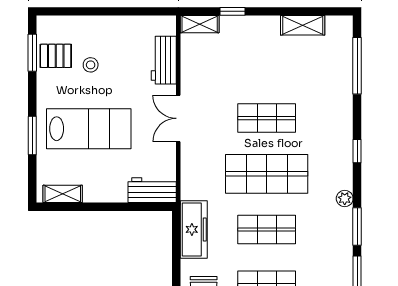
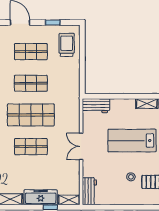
workbench: (164, 60) -> (89, 191), moved
double door: (178, 118) -> (81, 146), swing flipped
freezer: (194, 229) -> (41, 197), moved, turned 90

